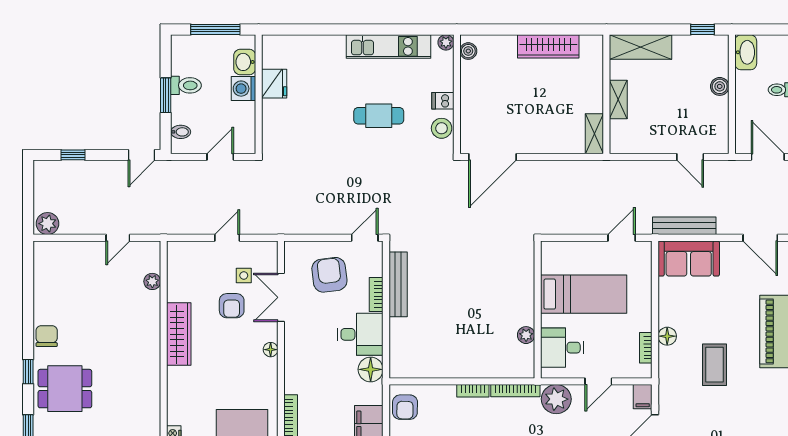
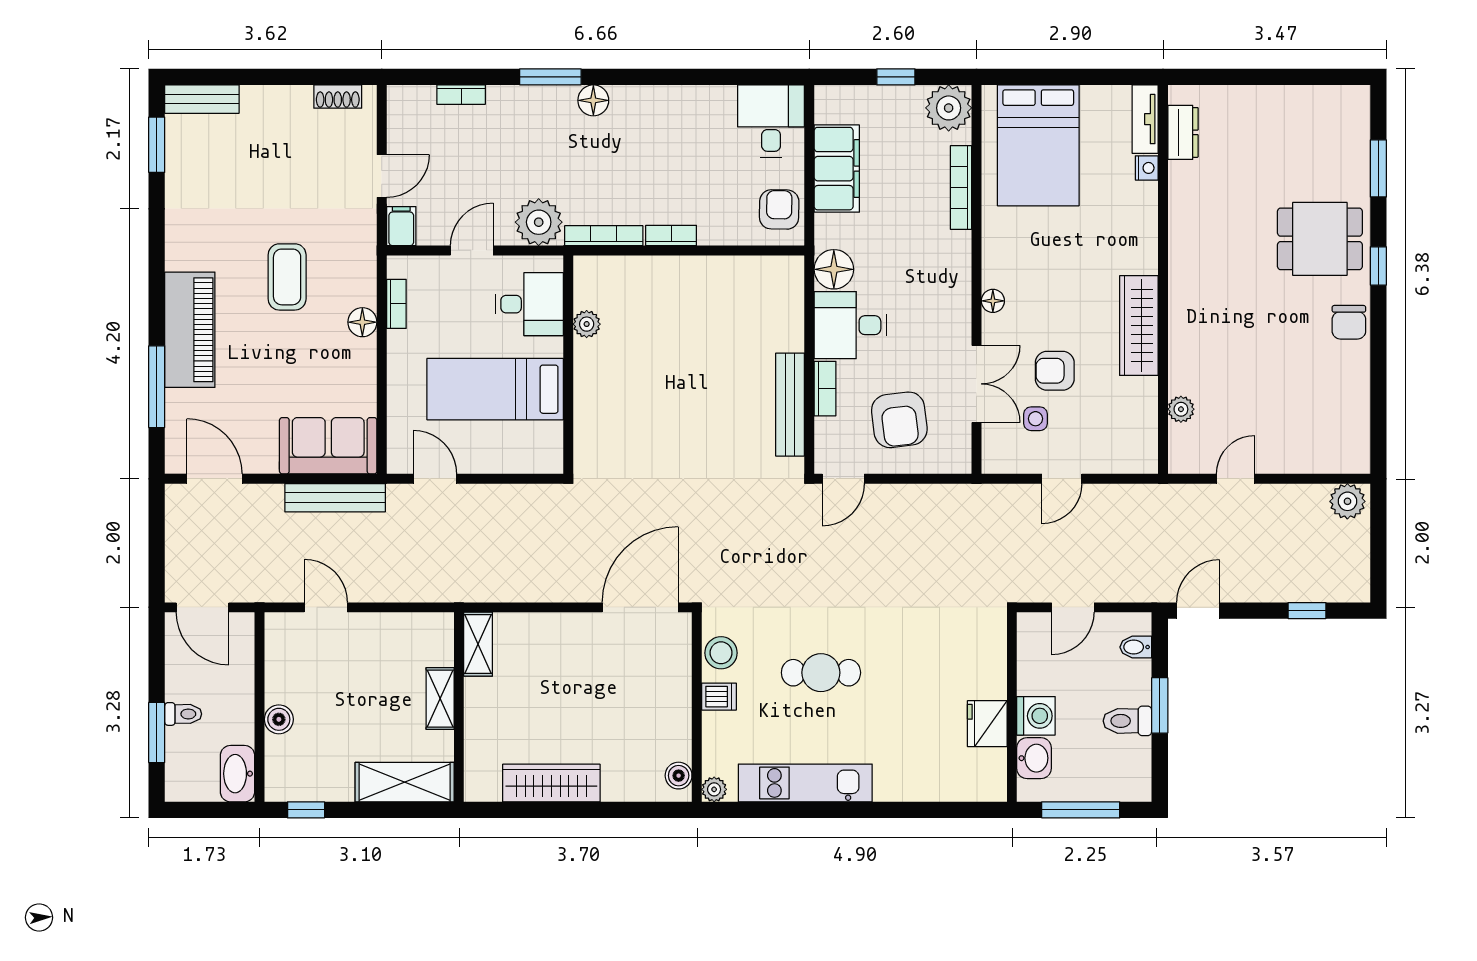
door: (622, 238) -> (435, 479), swing flipped
armchair: (232, 306) -> (1055, 371), turned -90

